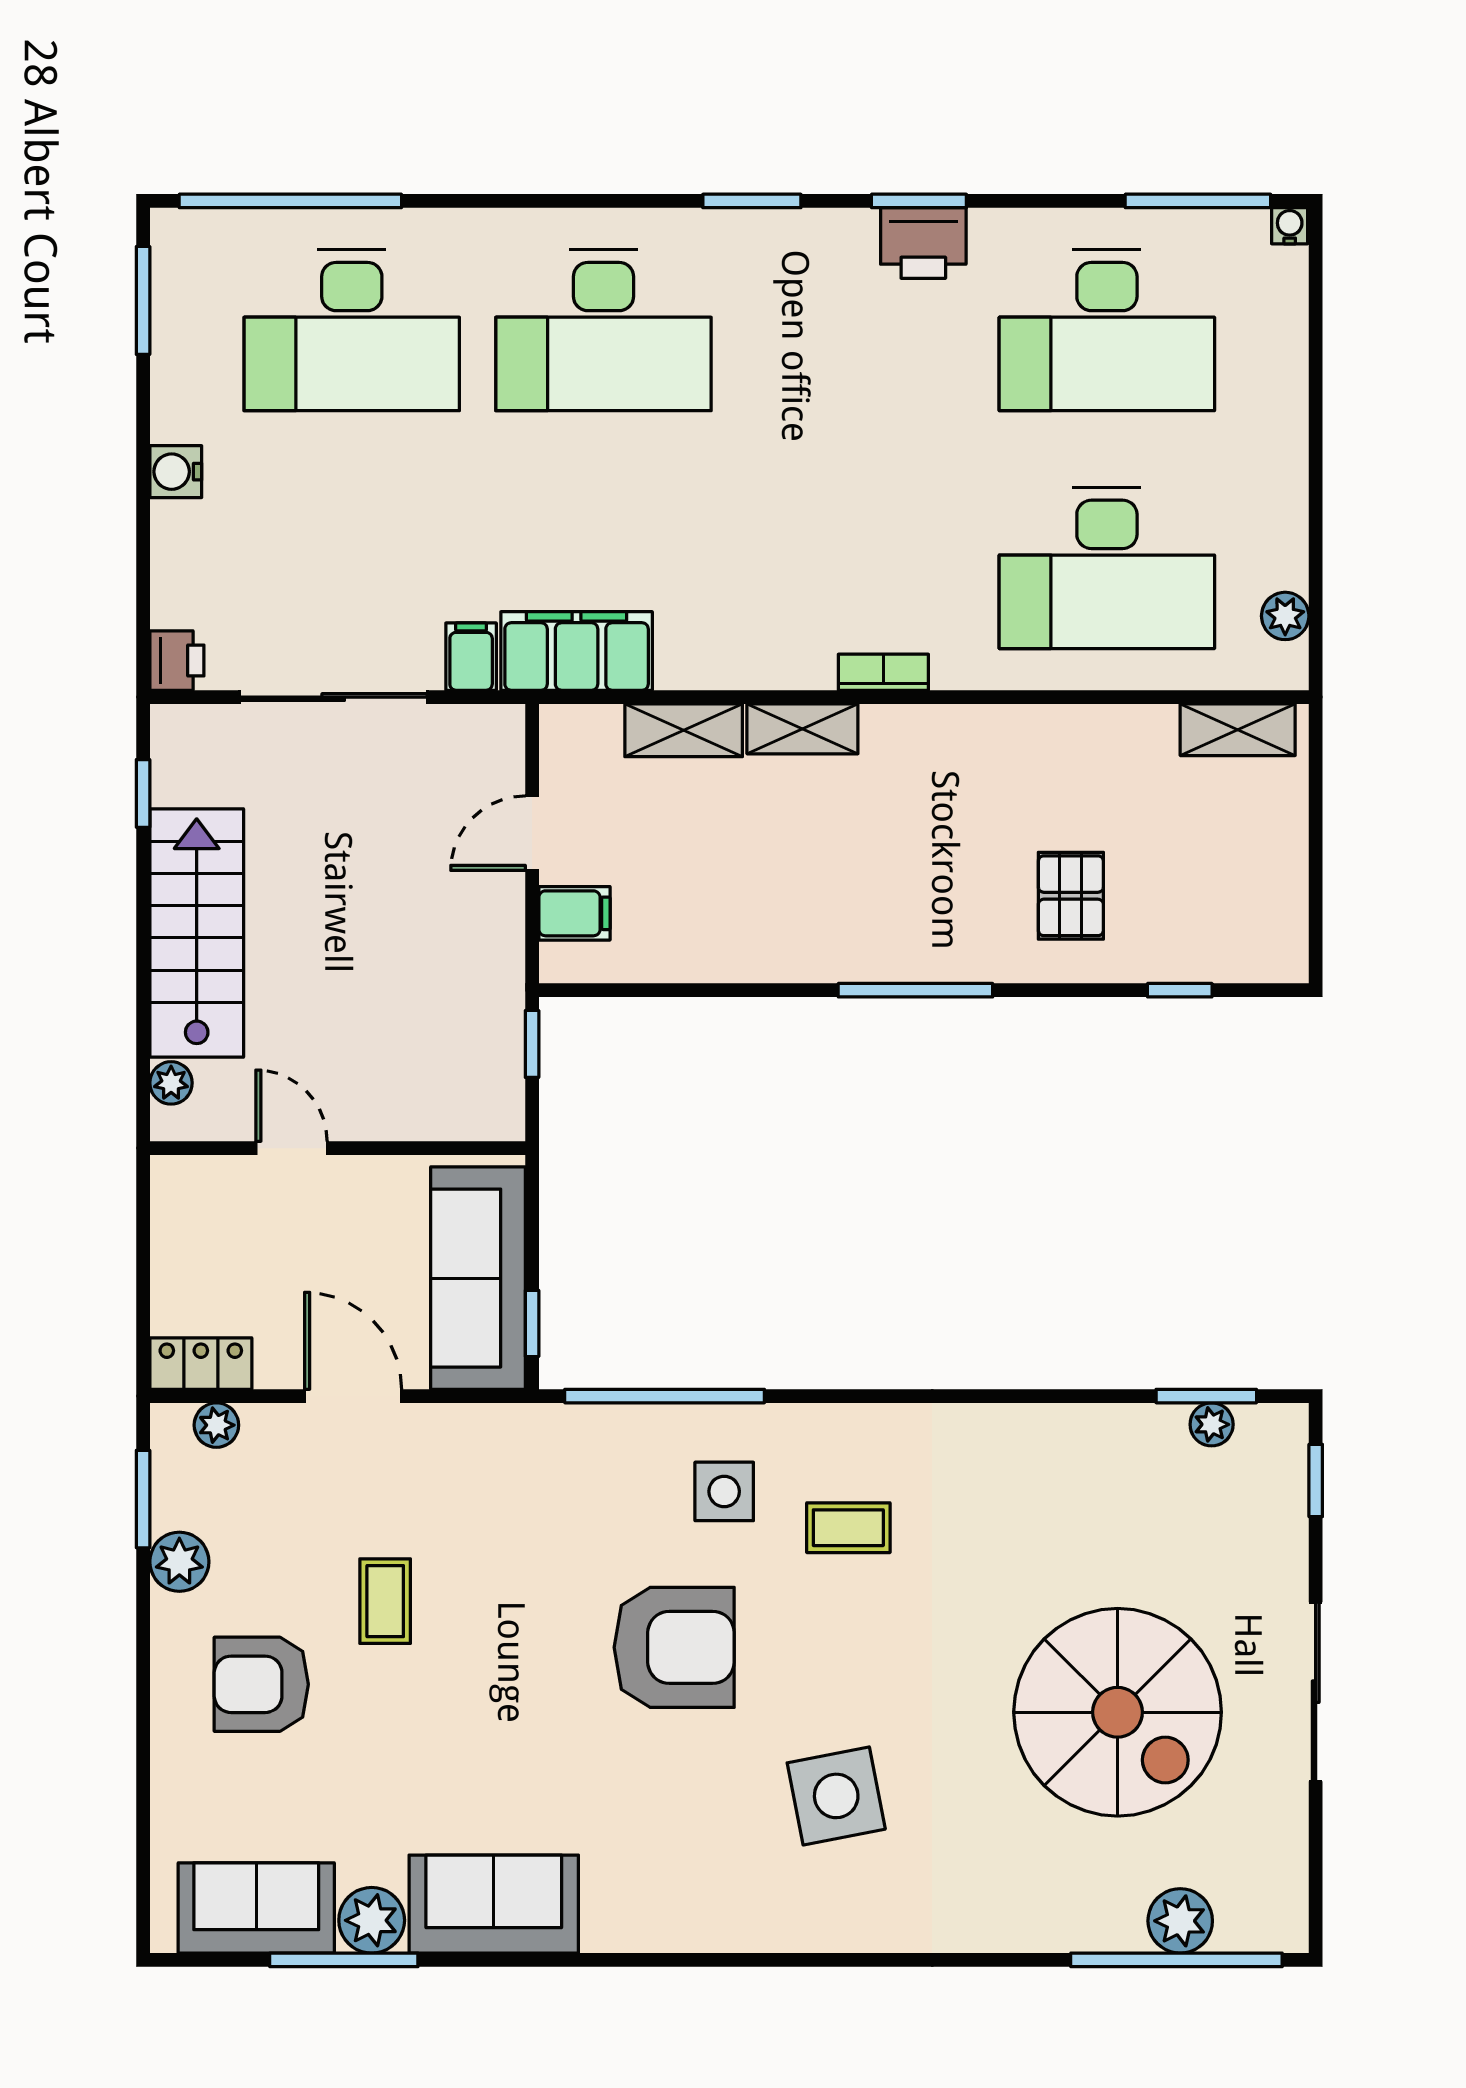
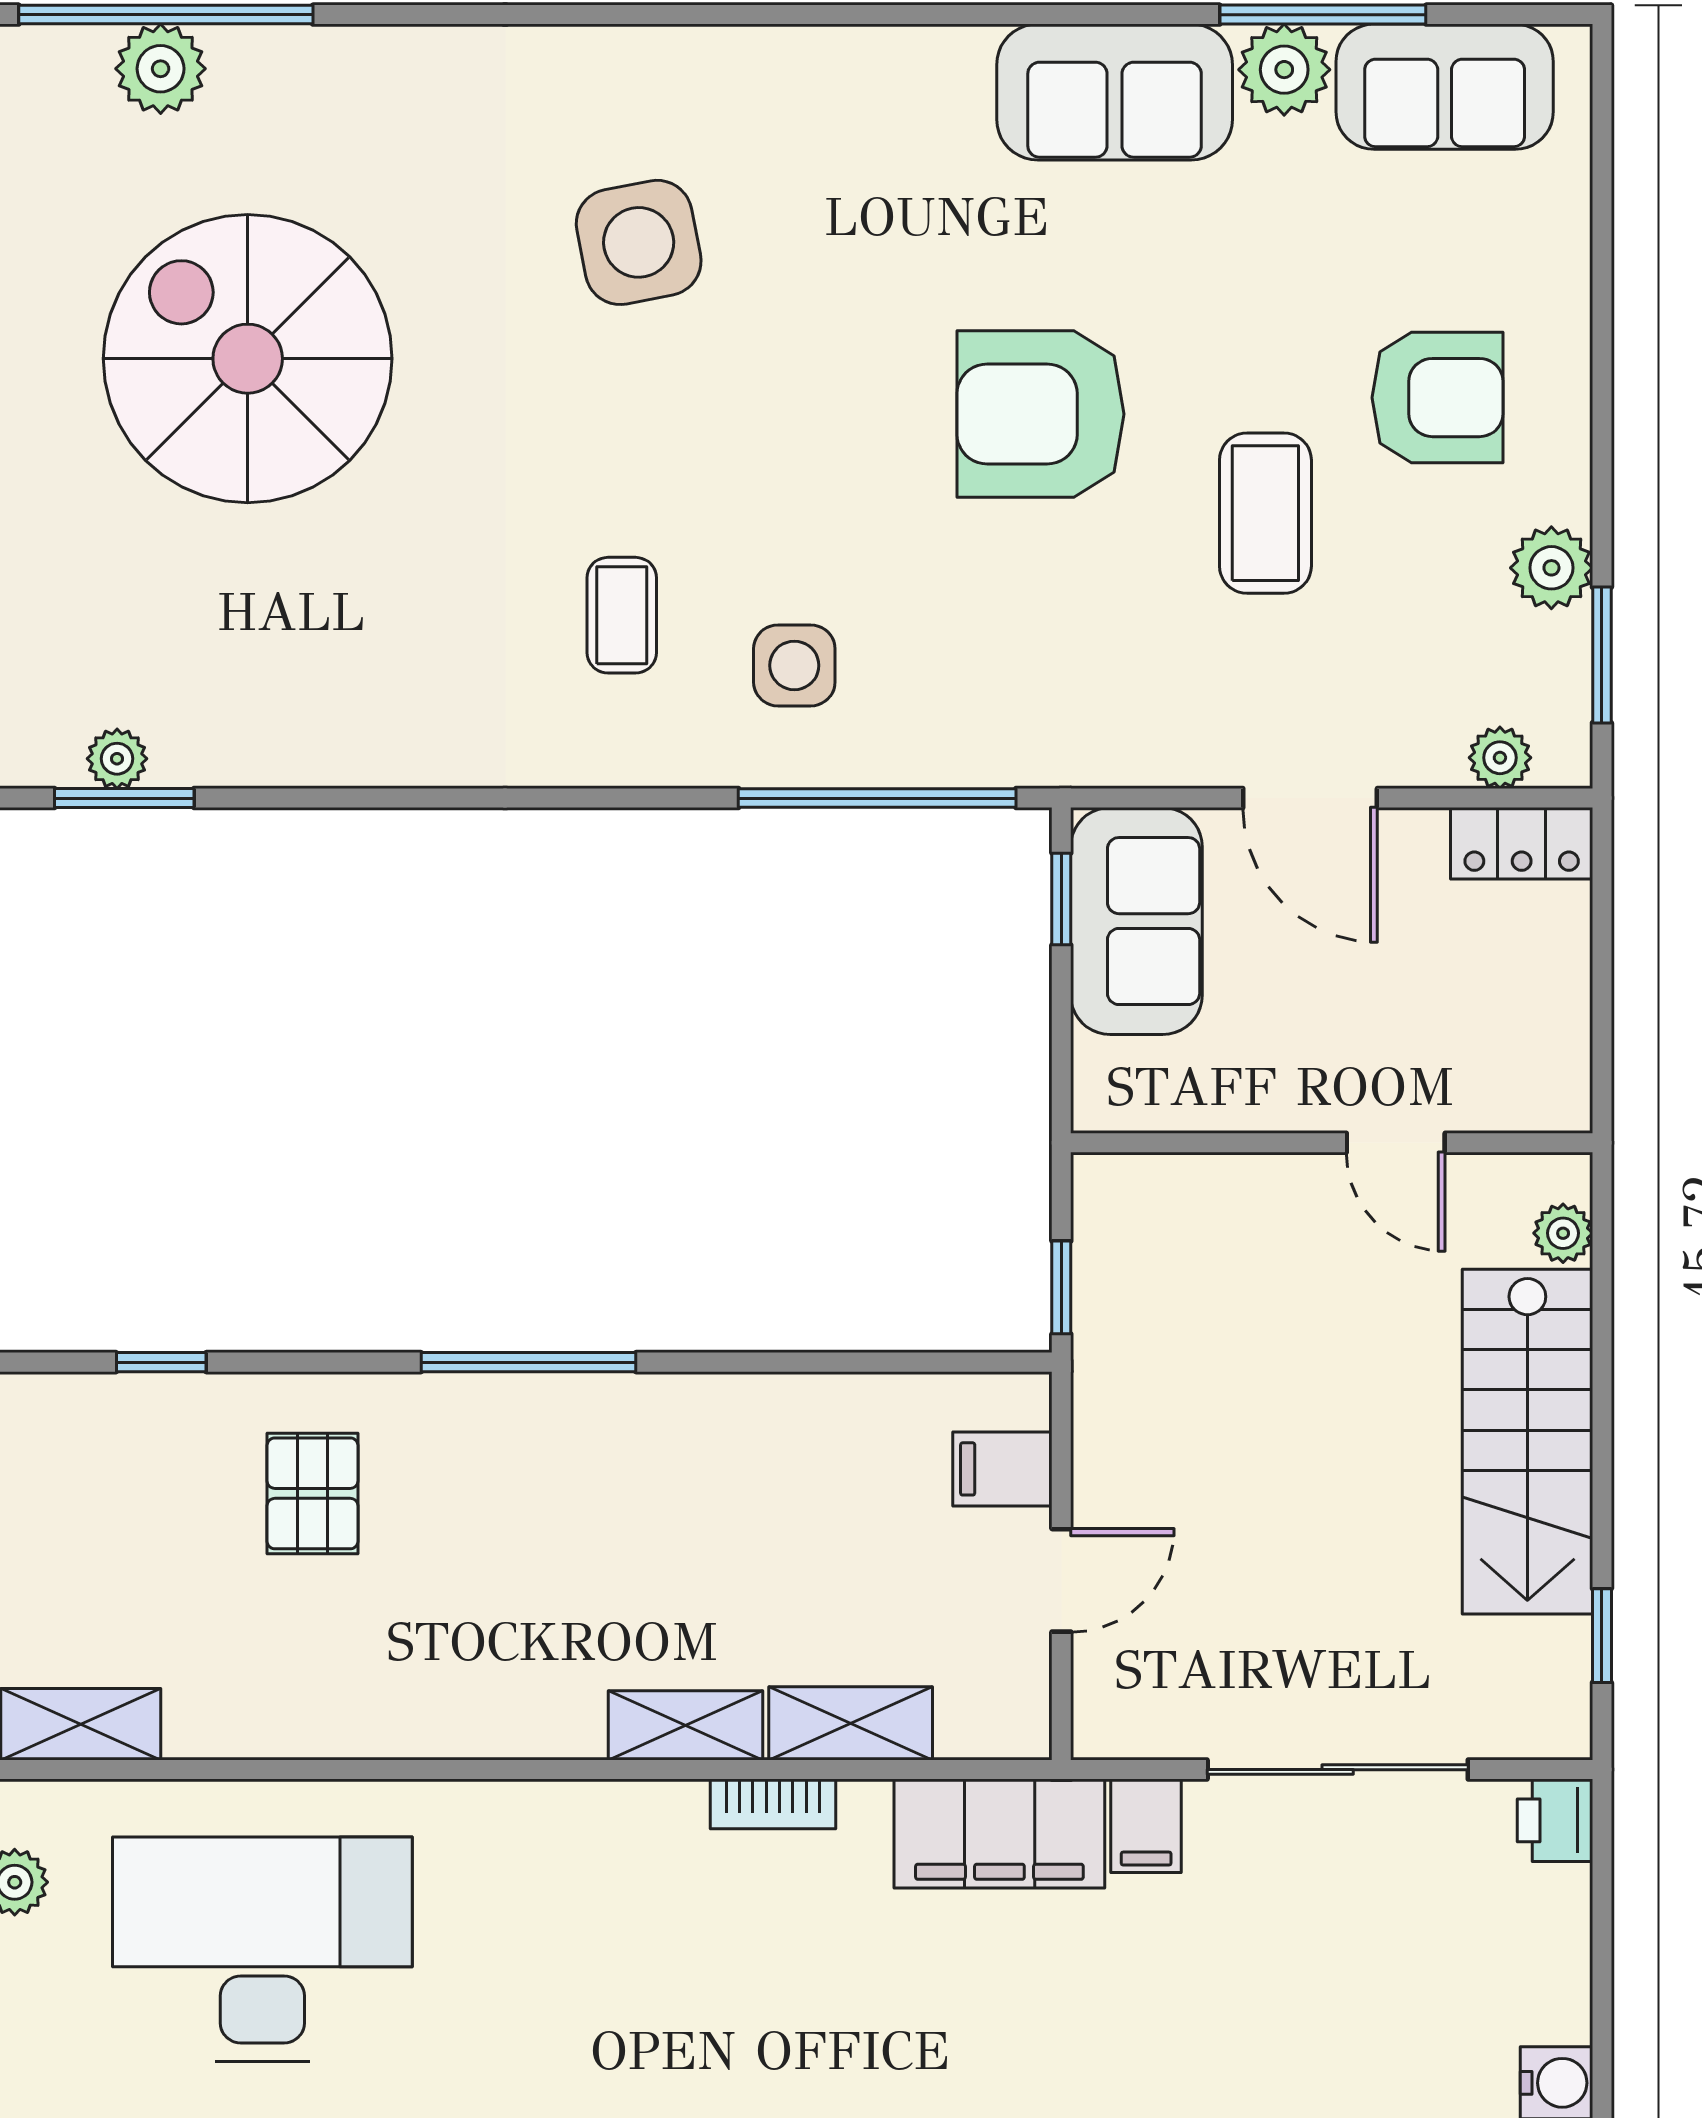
bookcase: (883, 672) -> (773, 1804), moved
sofa: (478, 1278) -> (1136, 921), width x0.73
coffee table: (848, 1528) -> (622, 615), turned 90
coffee table: (385, 1601) -> (1265, 513), width x1.36, depth x1.30
armchair: (674, 1647) -> (1040, 414), moved

